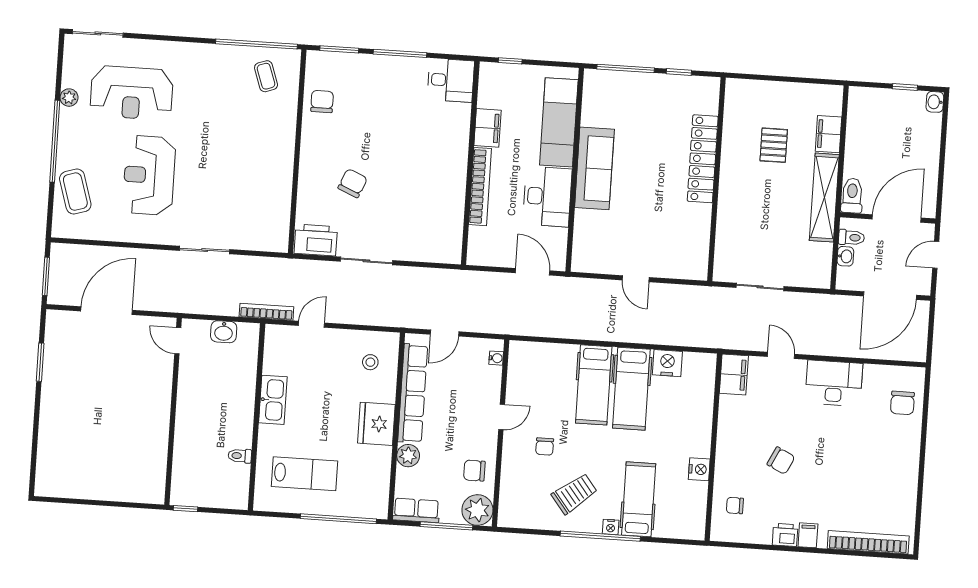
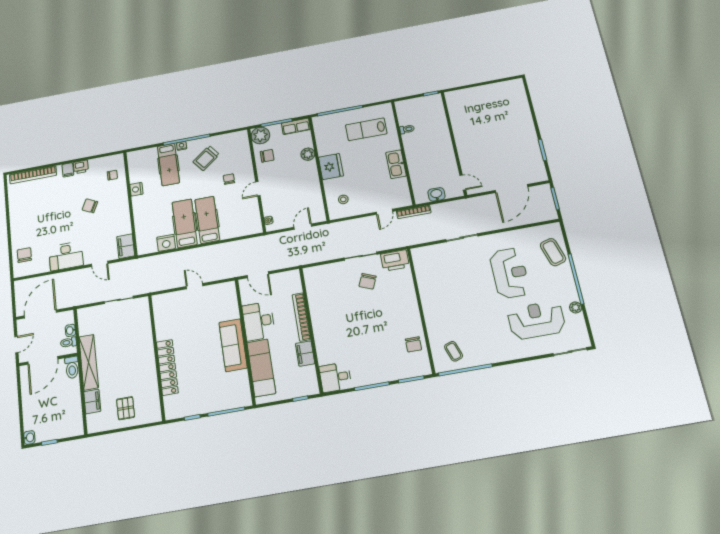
pallet: (774, 145) -> (126, 408), moved
chair: (353, 183) -> (368, 281), moved
row of seats: (413, 393) -> (314, 189), removed

